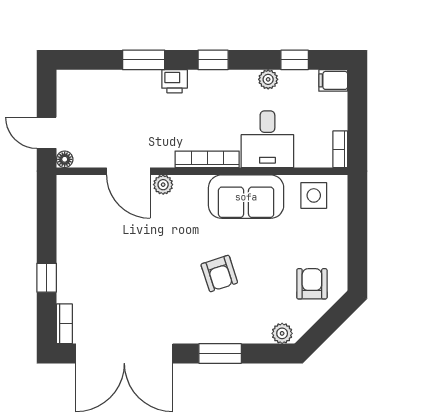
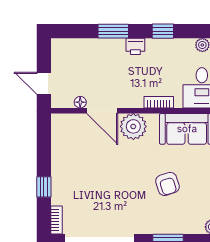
floor lamp: (65, 159) -> (80, 102), moved
bookcase: (207, 159) -> (159, 102), width x0.64
plant: (163, 185) -> (133, 126), width x1.87, depth x1.87

